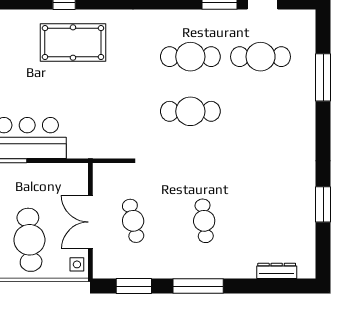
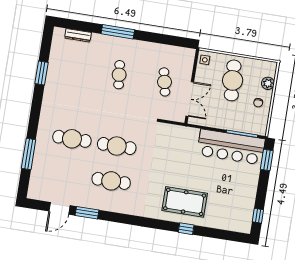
cafe table: (261, 57) -> (72, 139), moved
double door: (90, 222) -> (190, 99), moved
window: (134, 286) -> (171, 40), removed
window: (198, 286) -> (118, 32), moved

